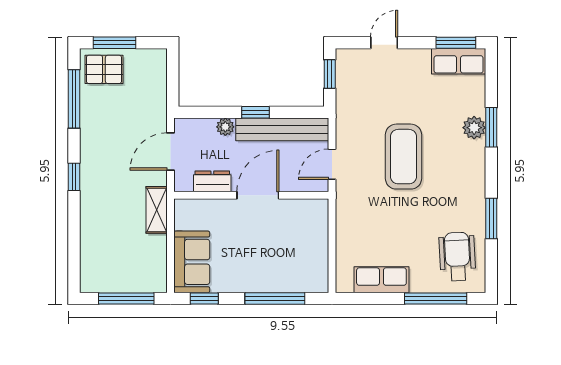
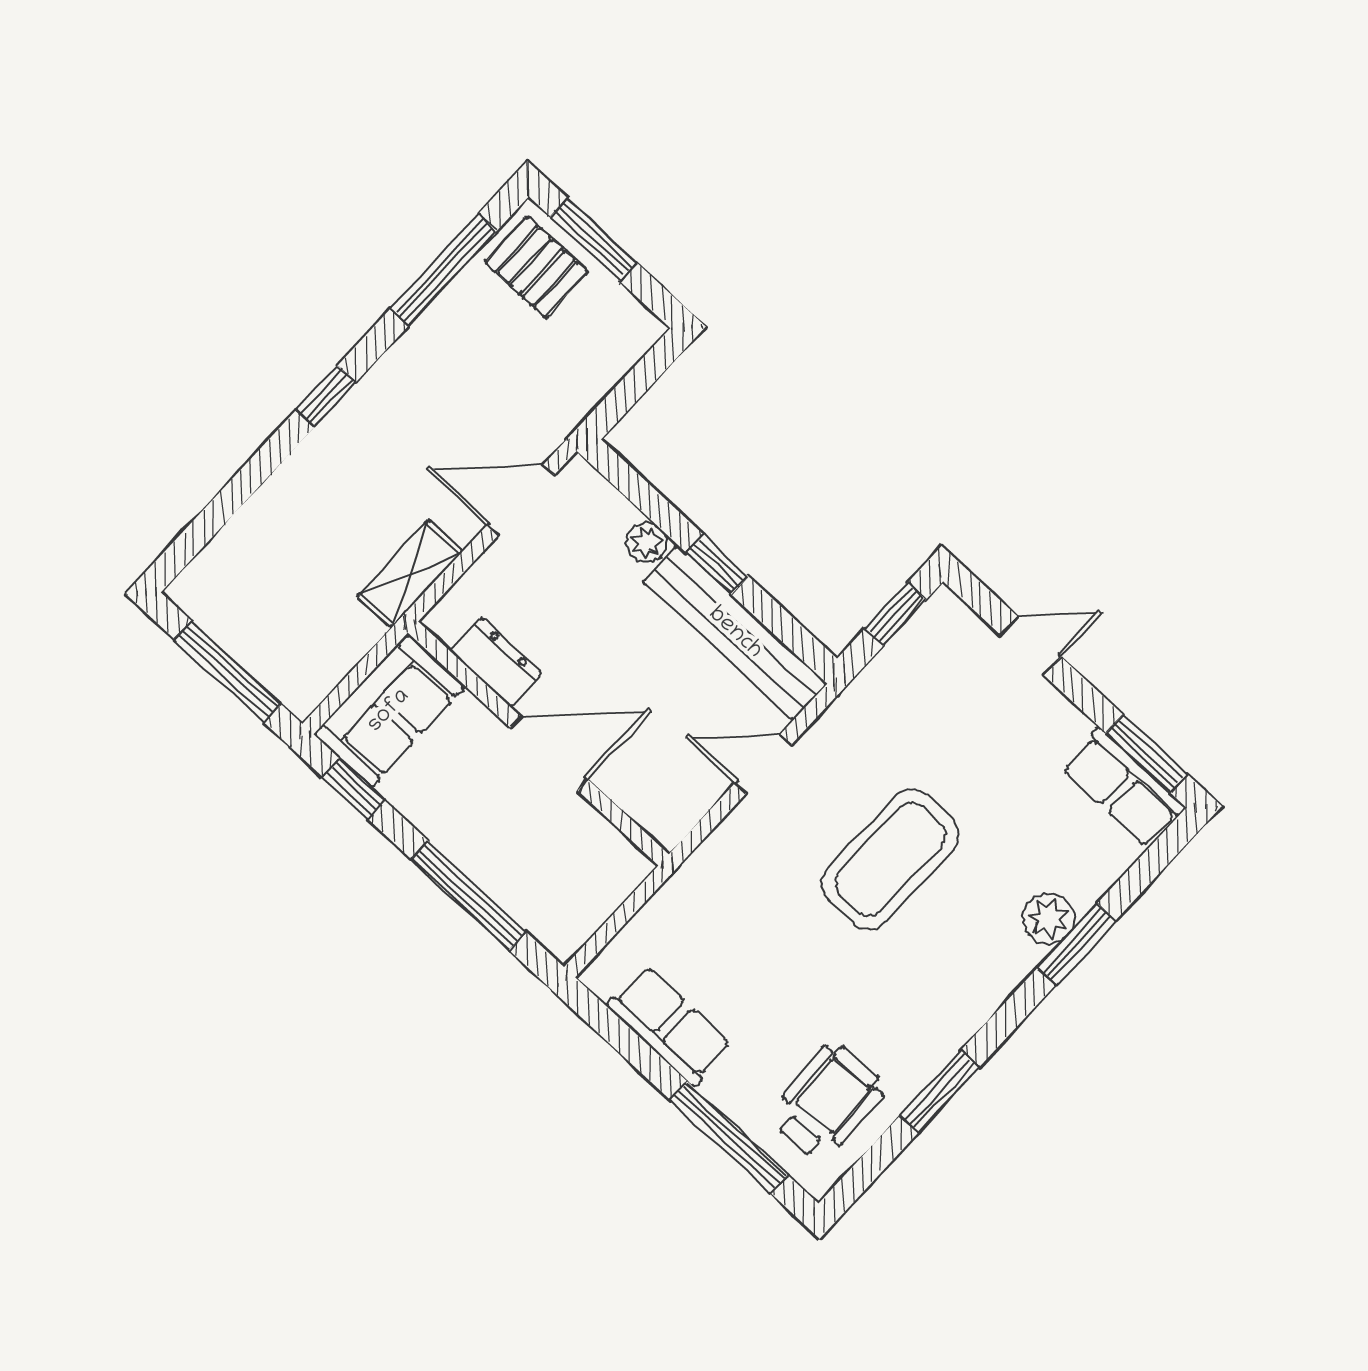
dresser: (212, 181) -> (496, 662), moved
wall: (251, 195) -> (538, 743), moved
door: (258, 195) -> (549, 753), moved

